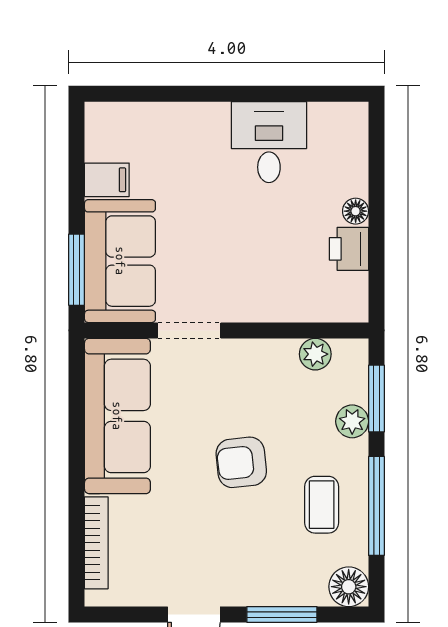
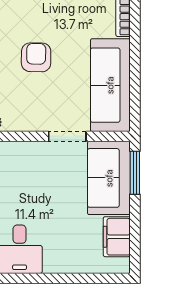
filing cabinet: (107, 180) -> (117, 237), width x2.00
armchair: (241, 462) -> (36, 57), turned -83

